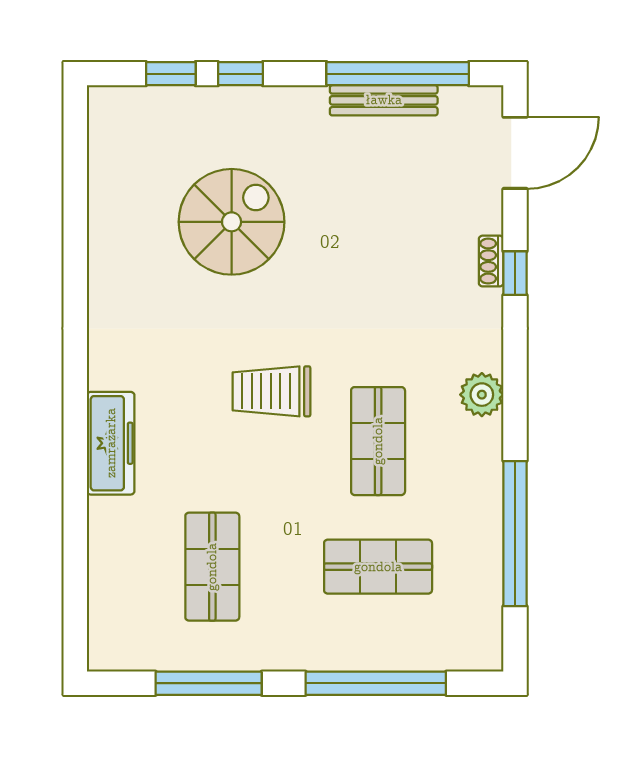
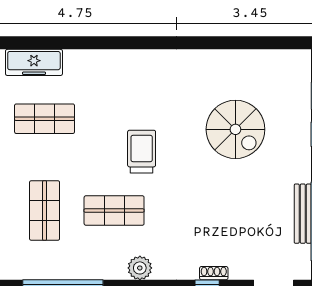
freezer: (111, 443) -> (34, 62), moved

